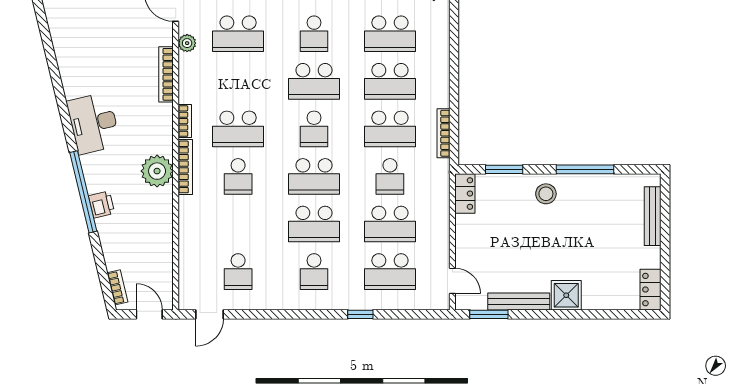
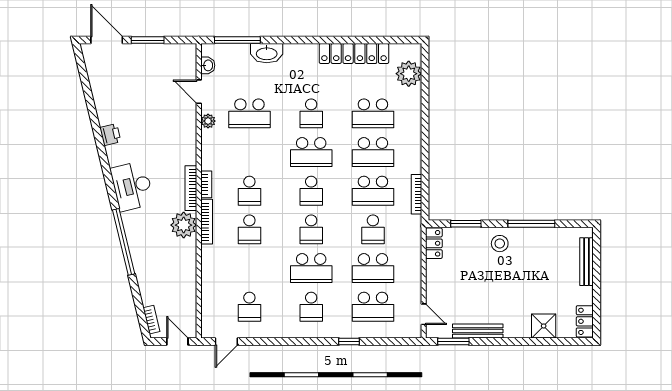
bookcase: (166, 74) -> (191, 188), moved
school desk: (238, 129) -> (249, 191), width x0.54
school desk: (314, 176) -> (311, 229), width x0.54
printer: (102, 204) -> (110, 135), moved
shower: (566, 295) -> (544, 326), moved

